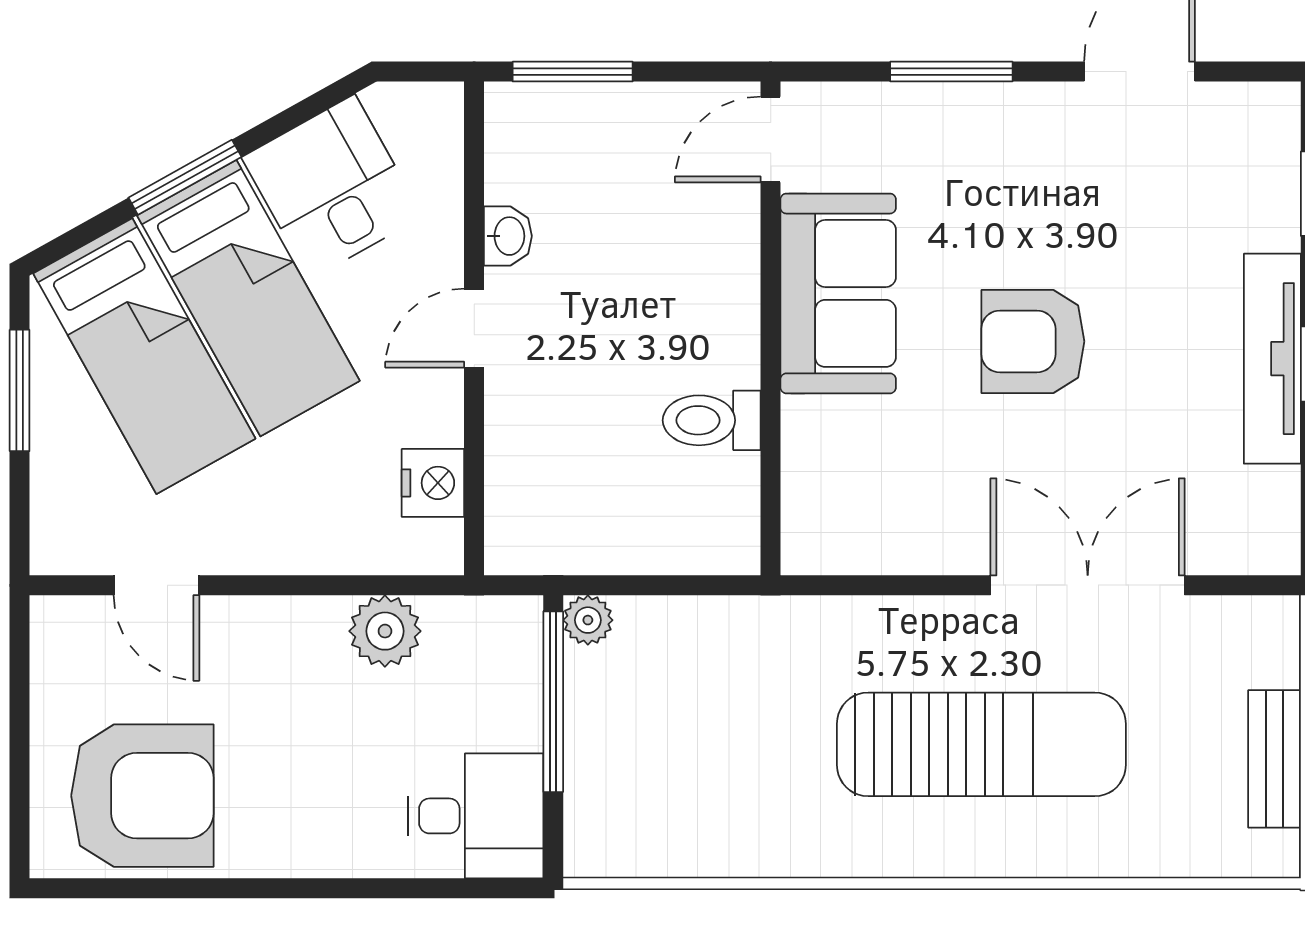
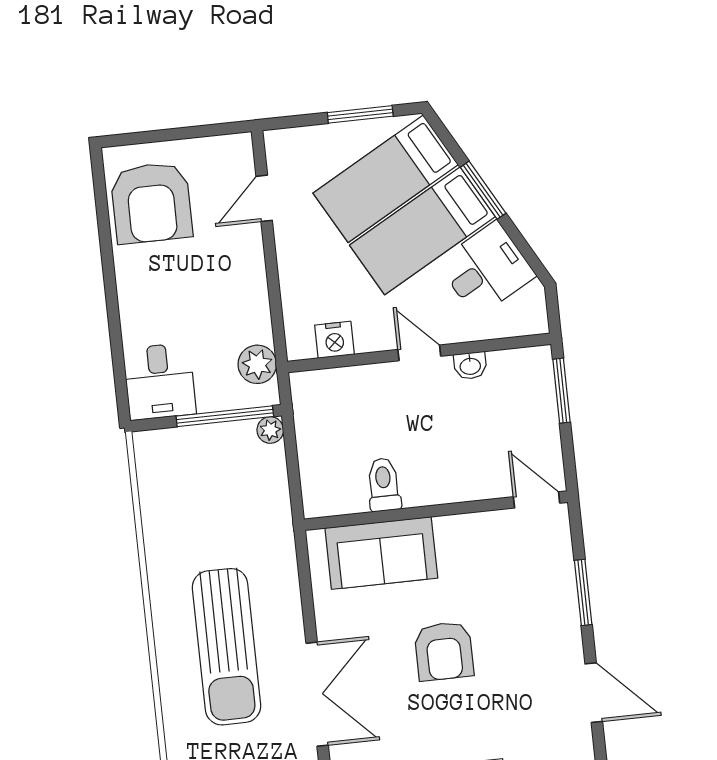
sofa: (838, 293) -> (381, 553), moved
armchair: (1033, 341) -> (444, 651), turned 180
plant: (385, 631) -> (257, 364), moved

